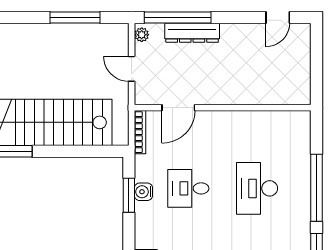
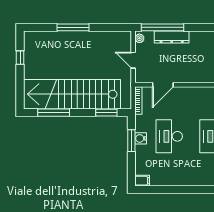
window: (75, 18) -> (73, 27), moved
window: (90, 151) -> (106, 113), added
desk: (188, 188) -> (169, 136), width x1.37

